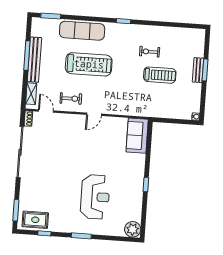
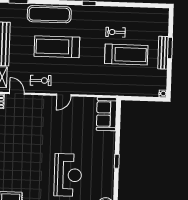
treadmill: (89, 64) -> (57, 47), turned 180
bench: (198, 70) -> (163, 53), width x1.36
treadmill: (160, 75) -> (126, 55), width x1.37, depth x1.38

